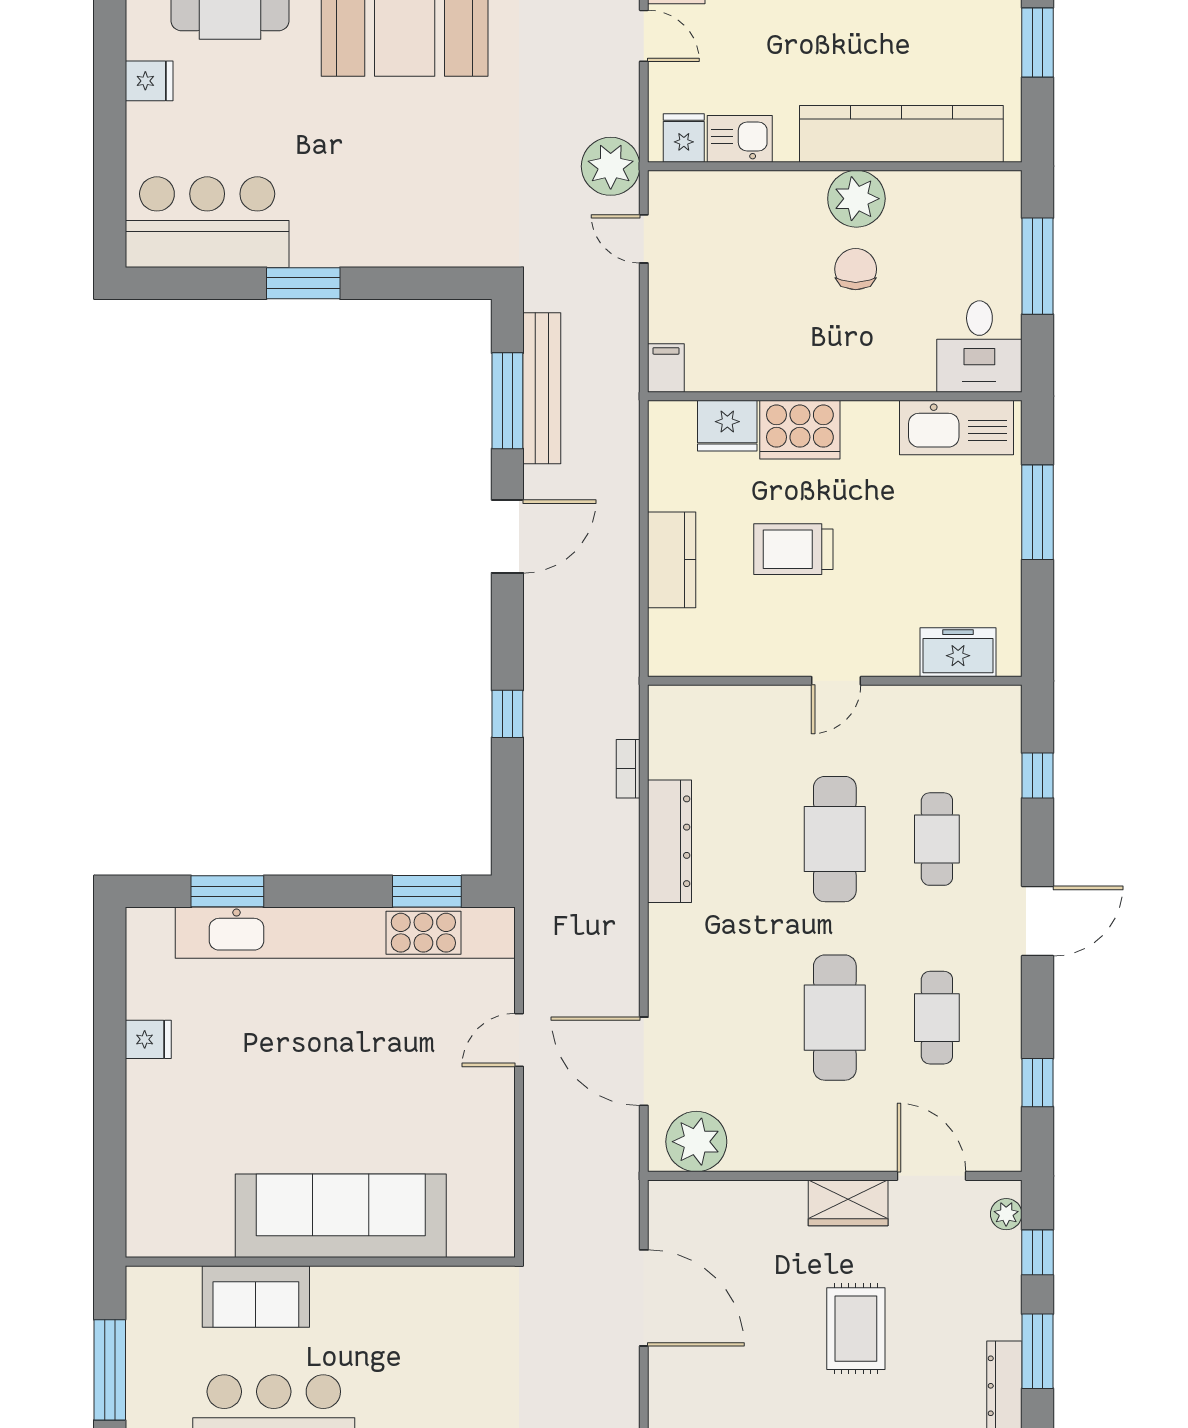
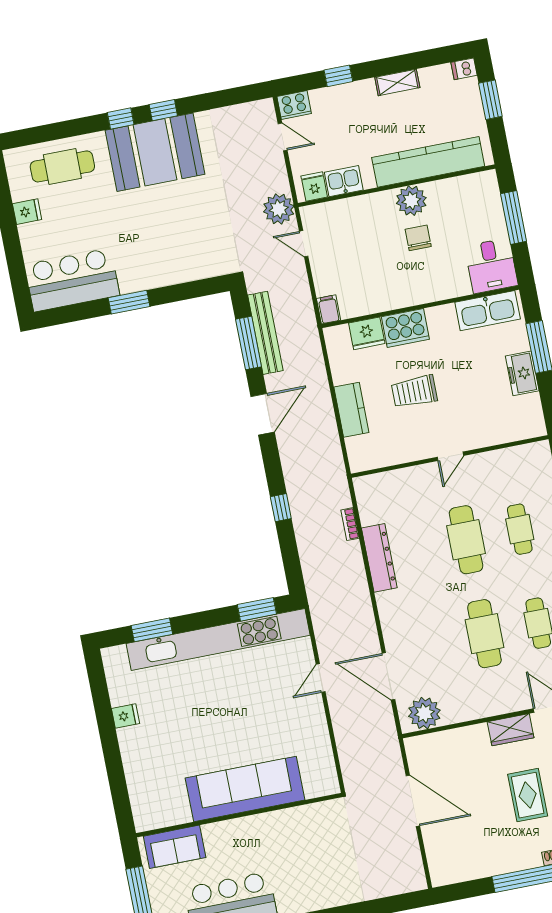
freezer: (958, 652) -> (522, 373), moved, turned -90
sofa: (256, 1296) -> (175, 847), moved

